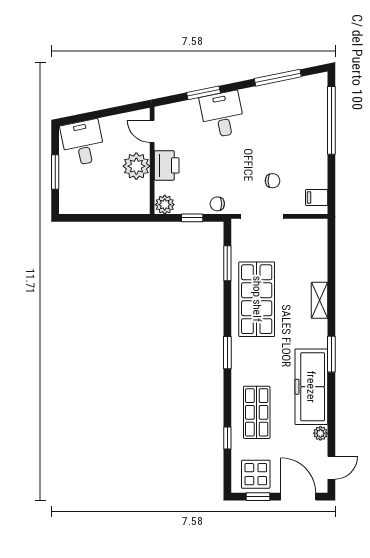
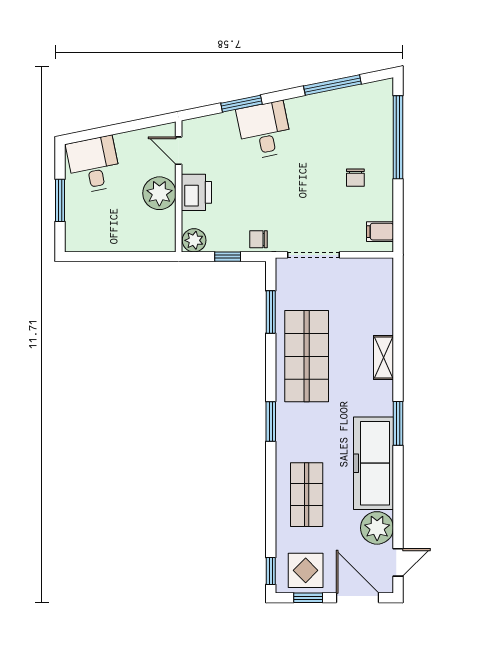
chair: (273, 181) -> (355, 178), moved, turned 90
plant: (320, 433) -> (377, 528), width x1.87, depth x1.87
window: (227, 438) -> (271, 571), moved

